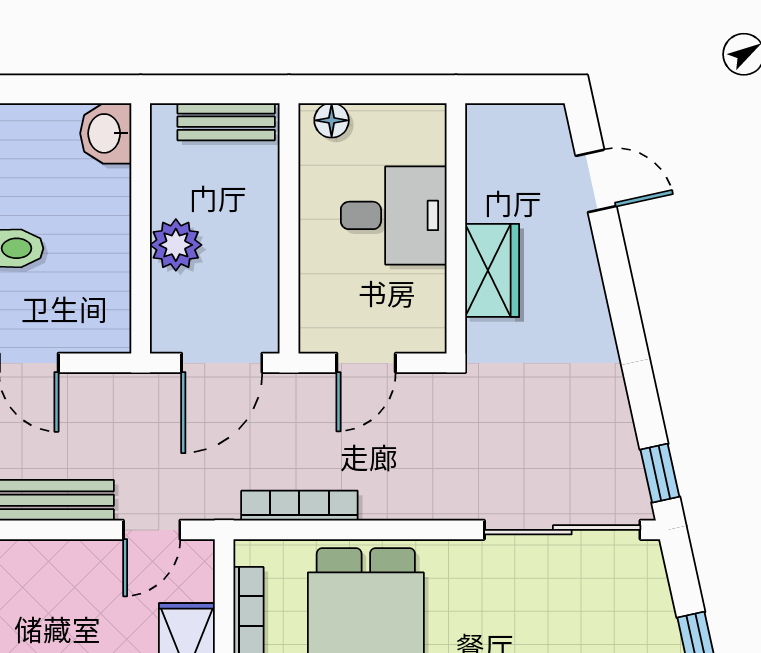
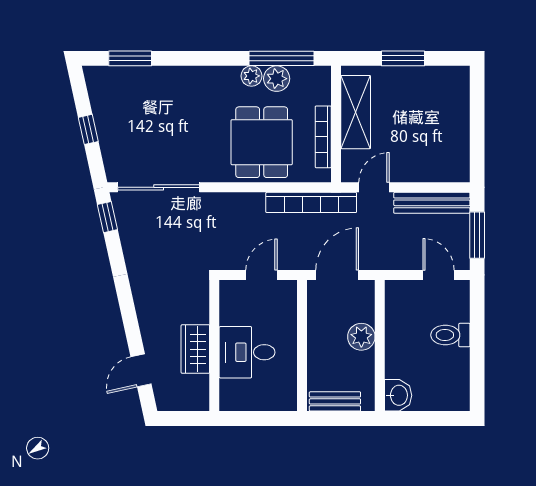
floor lamp: (332, 120) -> (280, 402), removed
door: (596, 181) -> (141, 370), hinge flipped
wardrobe: (492, 270) -> (195, 349), moved
bookcase: (299, 506) -> (311, 202), width x1.48, depth x1.31

